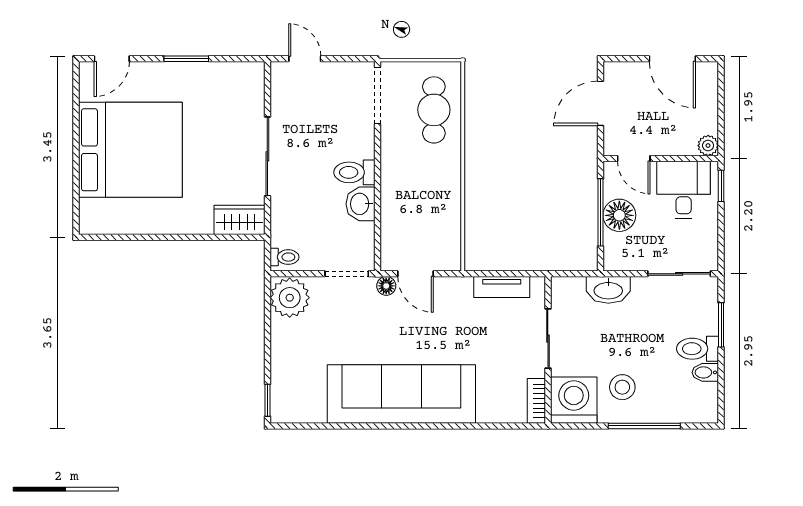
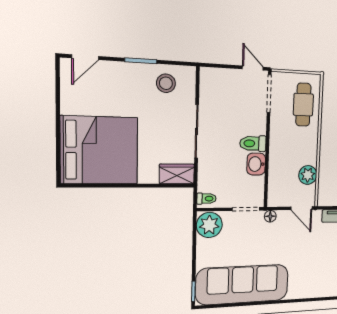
door: (305, 59) -> (253, 68), moved
stool: (222, 88) -> (166, 83), added
bed: (130, 150) -> (99, 150), moved
plant: (446, 220) -> (308, 175), added
door: (416, 274) -> (301, 208), moved
sofa: (401, 394) -> (243, 285), moved

